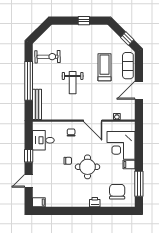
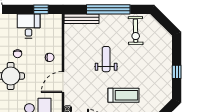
weight bench: (73, 83) -> (106, 59), turned 90
desk: (43, 140) -> (29, 26), moved
window: (29, 156) -> (41, 9), moved

